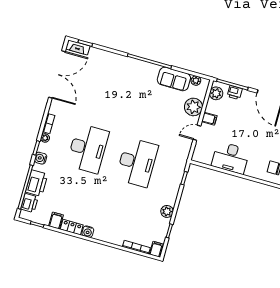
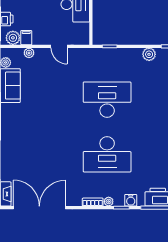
plant: (193, 107) -> (29, 53), width x0.53, depth x0.53
filing cabinet: (209, 119) -> (26, 38), moved
desk: (88, 148) -> (107, 154), turned 180

